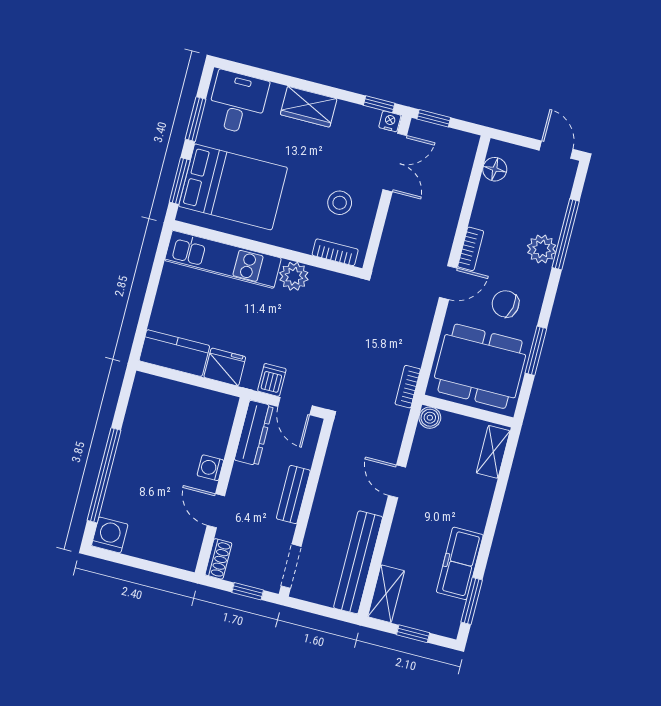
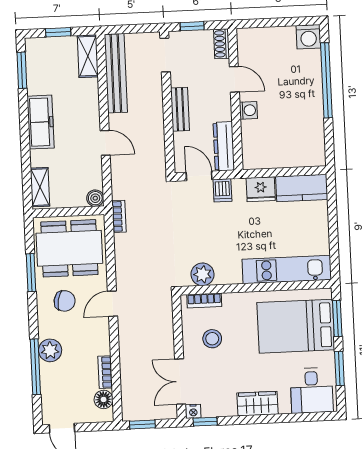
window: (434, 118) -> (142, 425), moved
bookcase: (471, 249) -> (105, 372), moved
plant: (294, 276) -> (202, 274), moved
freezer: (460, 563) -> (41, 122), moved

